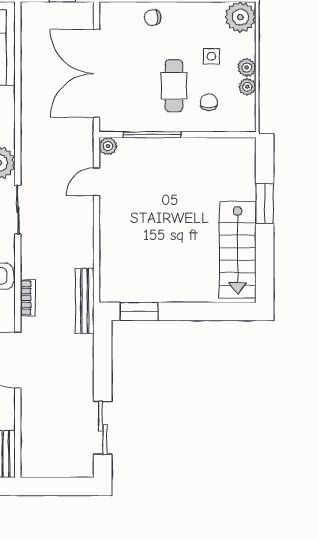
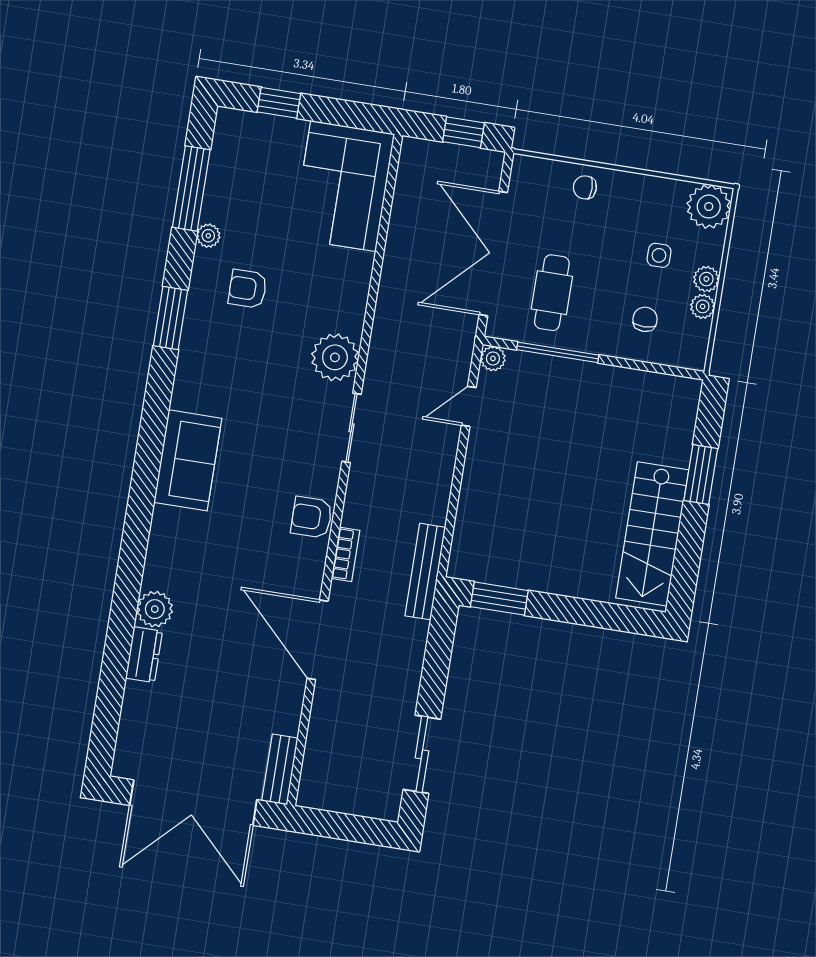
cafe table: (174, 86) -> (552, 293), moved

